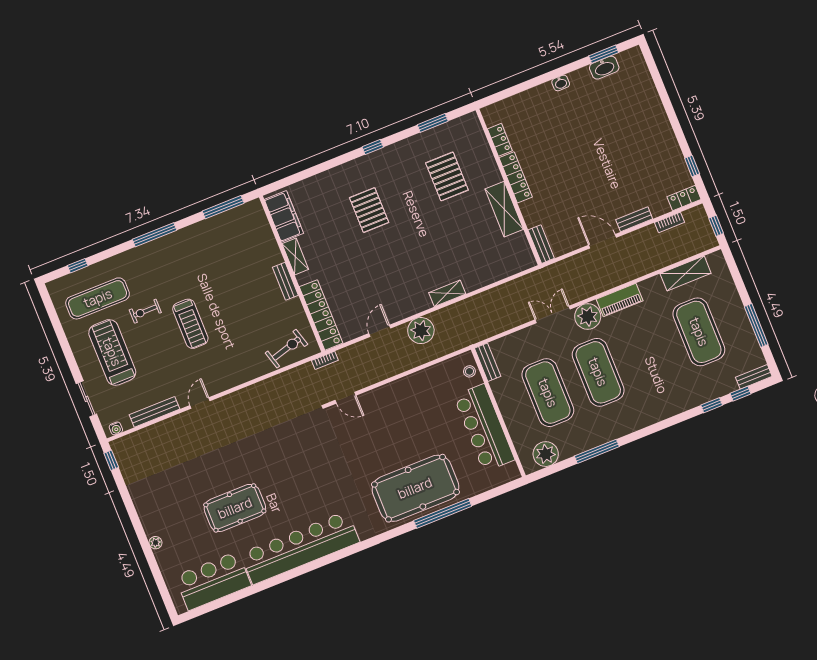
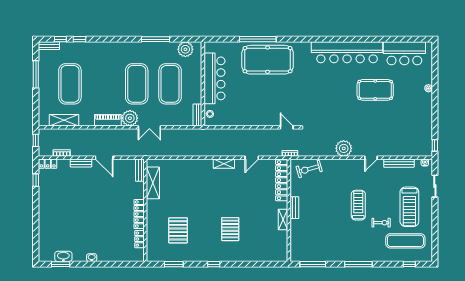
shelving: (504, 209) -> (153, 183), moved
filing cabinet: (284, 216) -> (280, 245), removed
shelving: (447, 293) -> (224, 164), moved
plant: (421, 331) -> (344, 148), moved

